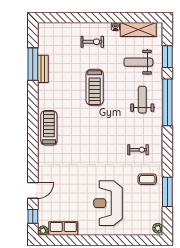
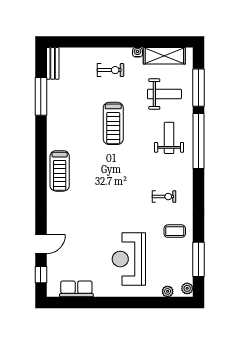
window: (167, 57) -> (199, 88), width x1.44
weight bench: (138, 62) -> (164, 94), turned 180
bench: (43, 69) -> (53, 63), moved
treadmill: (49, 128) -> (60, 171), turned 180
window: (167, 192) -> (199, 259), moved
plant: (43, 231) -> (168, 291), moved

